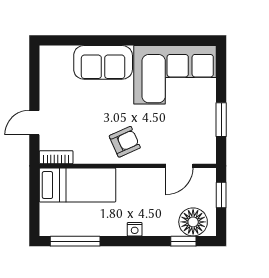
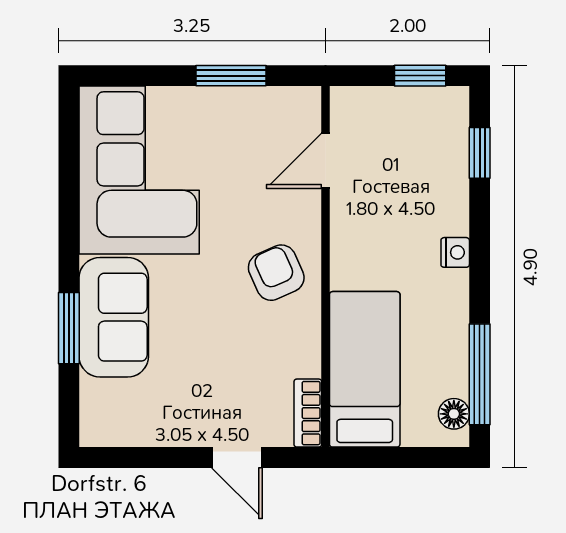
window: (98, 40) -> (69, 328), added
door: (179, 166) -> (326, 161), swing flipped
window: (221, 195) -> (420, 76), moved
floor lamp: (193, 222) -> (454, 414), moved, width x0.53, depth x0.53

